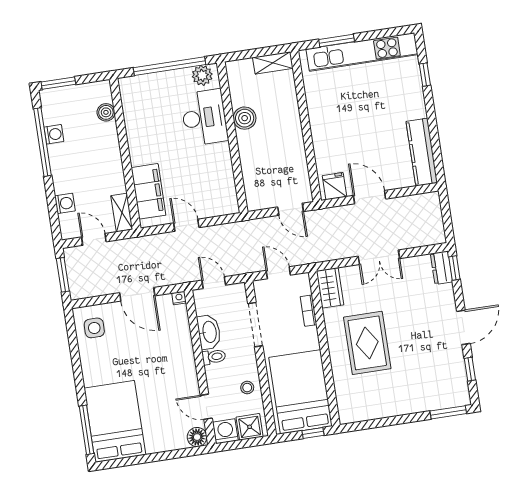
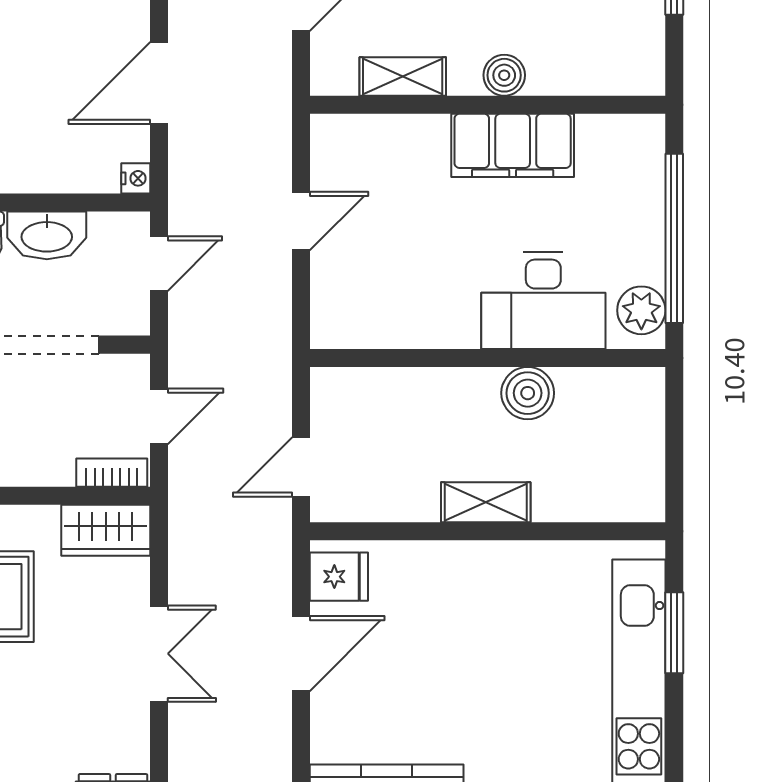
shelving: (273, 63) -> (486, 502), moved, turned 90
boiler: (106, 112) -> (504, 75), moved
filing cabinet: (148, 191) -> (513, 145), moved
shelving: (122, 213) -> (403, 76), moved
double door: (379, 257) -> (159, 654), swing flipped
bookcase: (309, 311) -> (112, 473), moved

